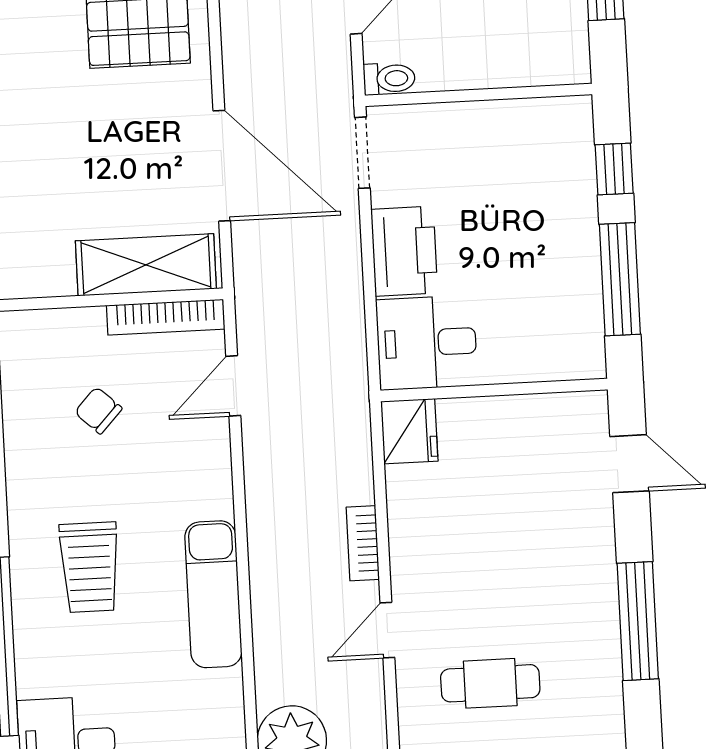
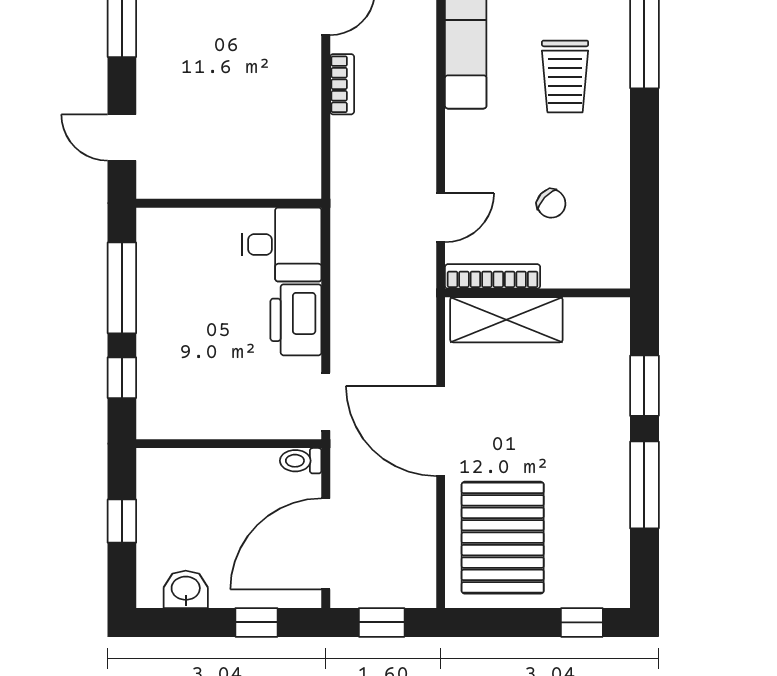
door: (222, 166) -> (441, 431), moved
fridge: (409, 431) -> (299, 173), removed
trolley: (90, 567) -> (565, 76), turned 180

